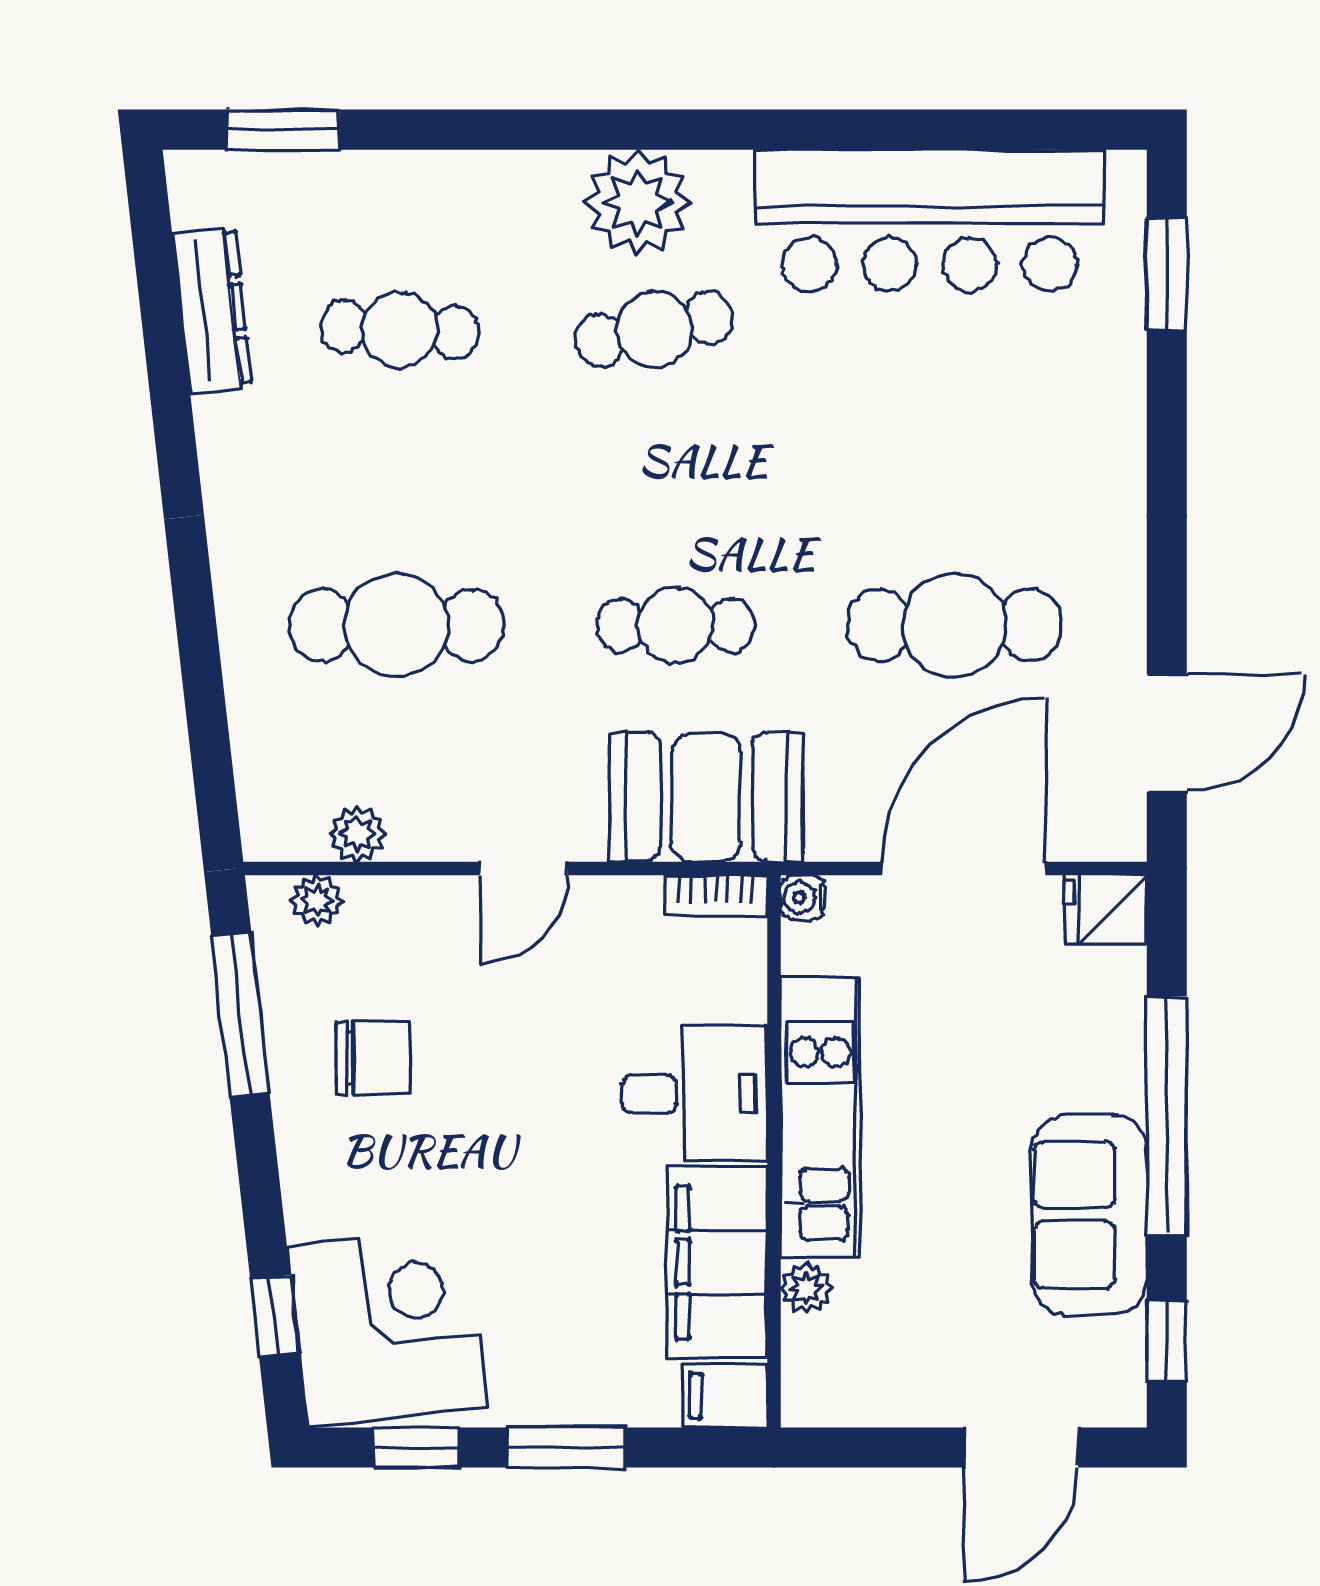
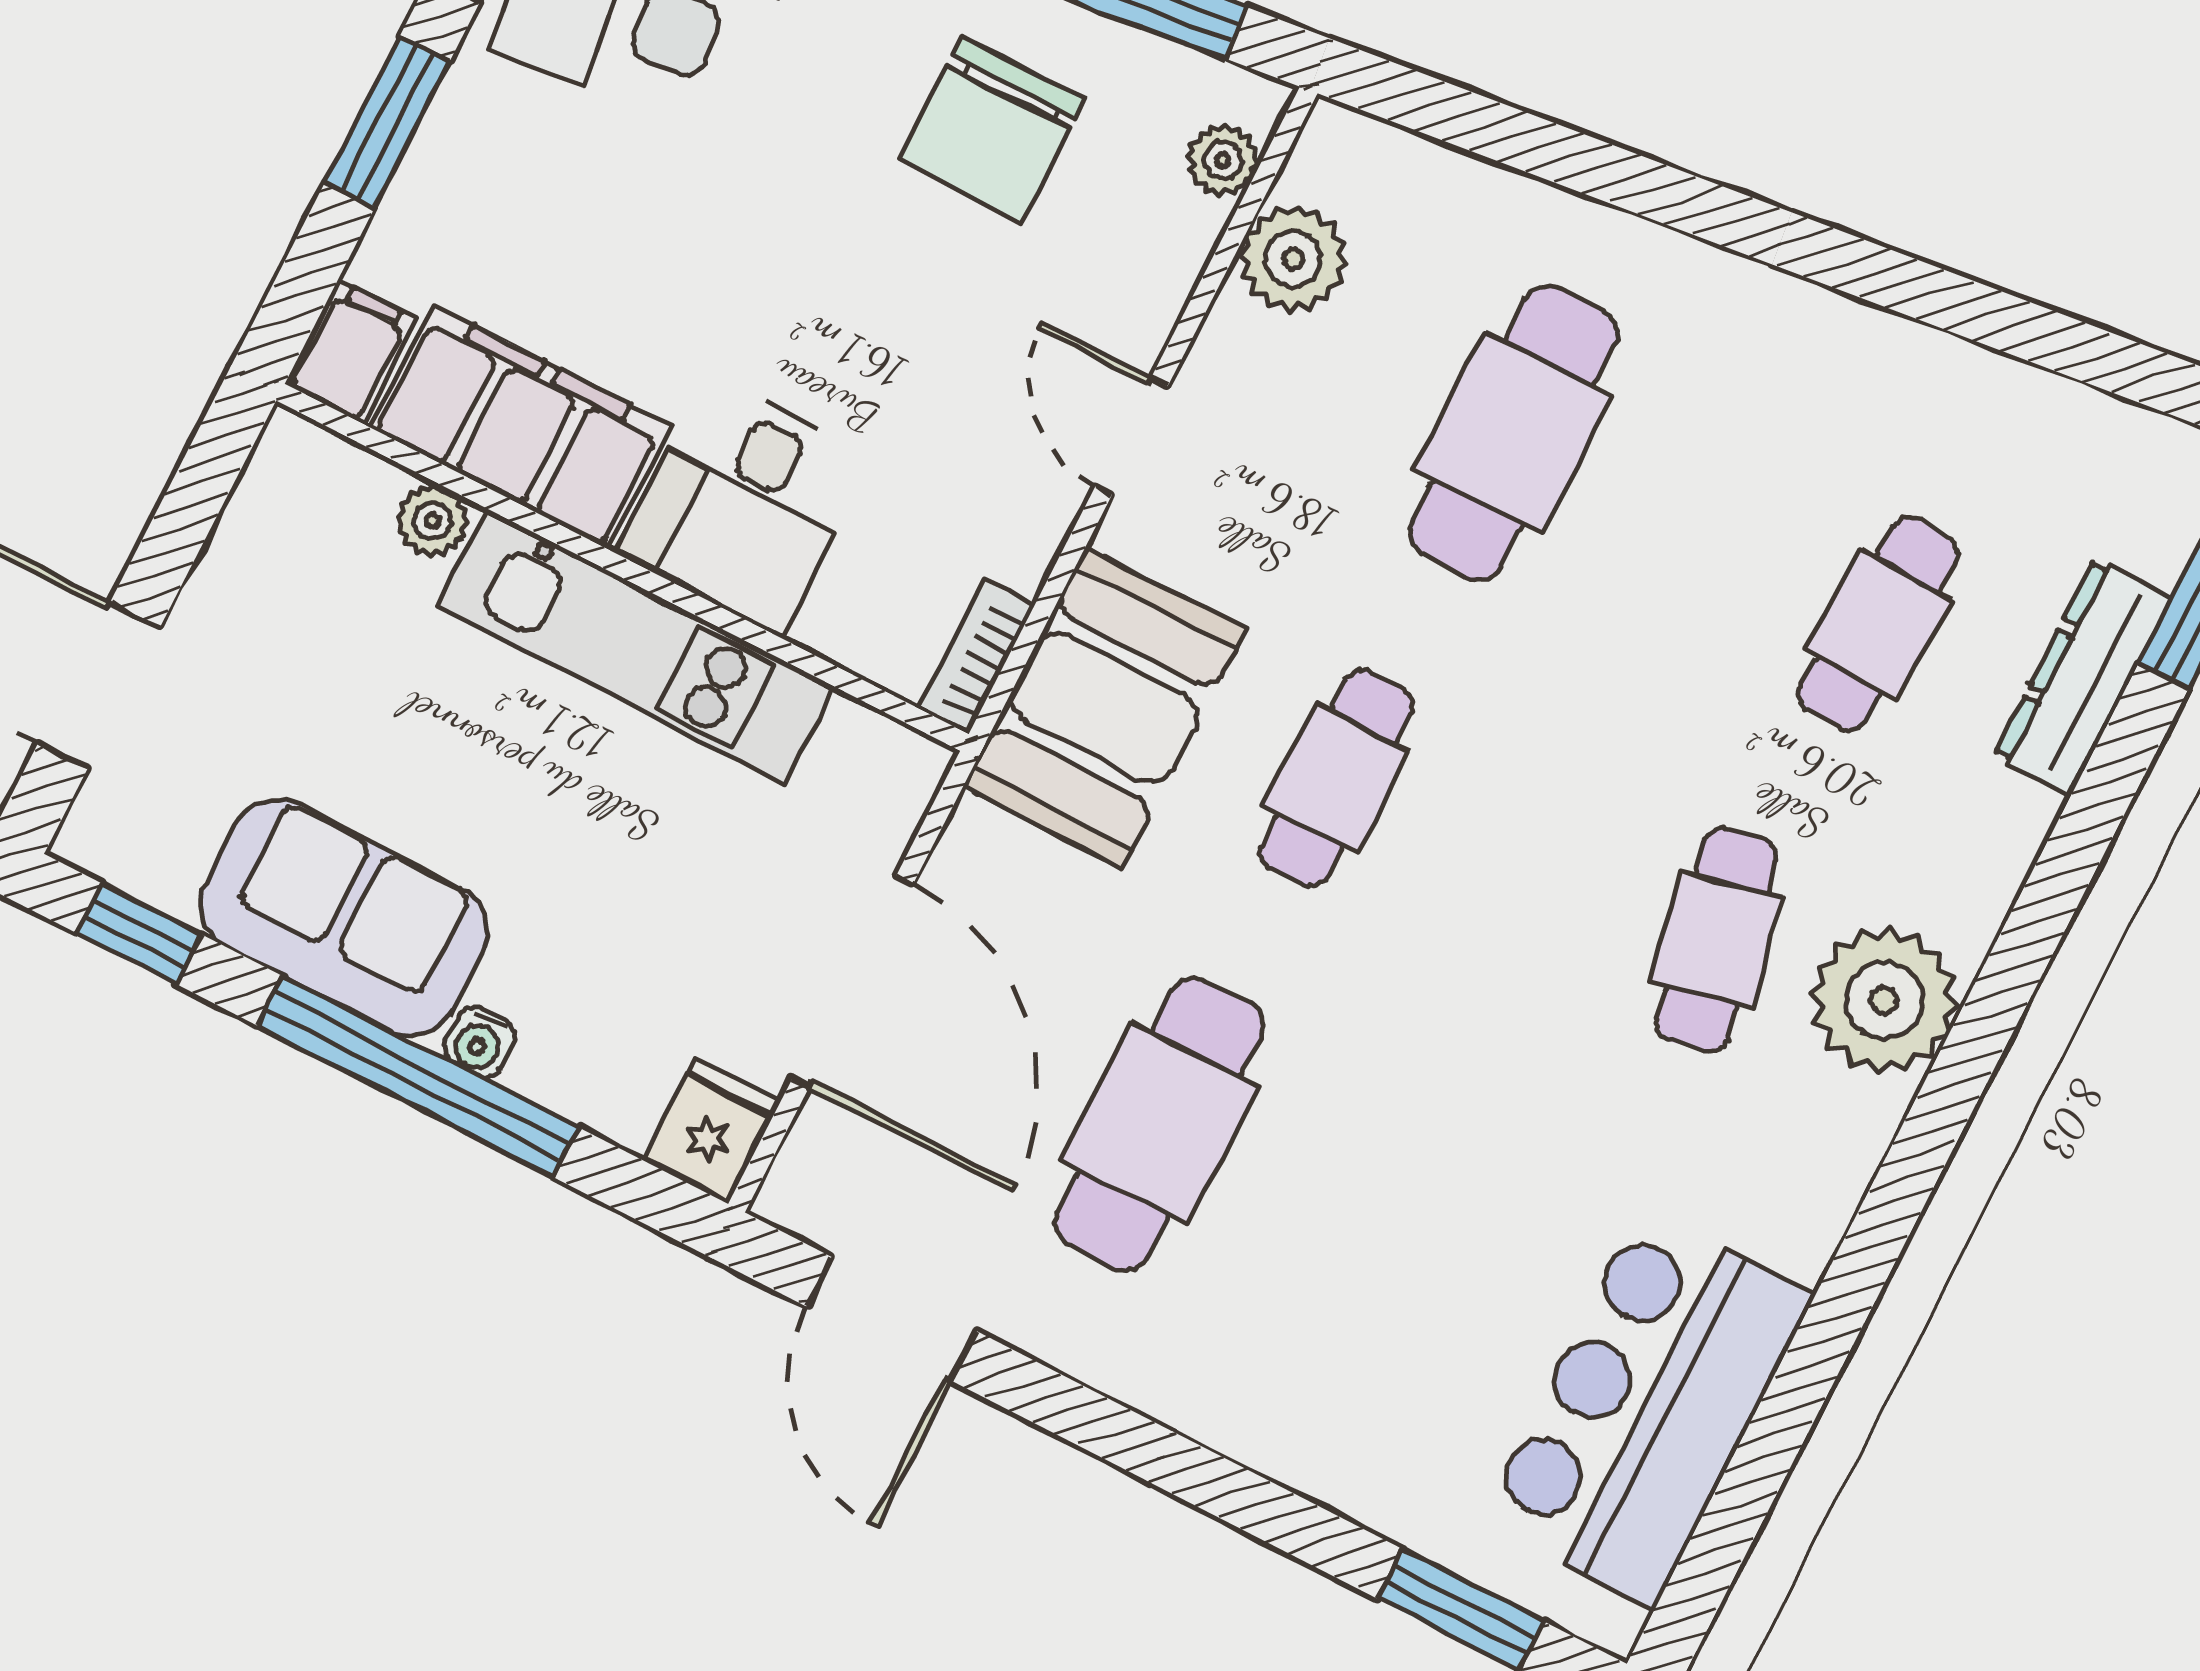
bar counter: (930, 221) -> (1647, 1408), width x0.73
dresser: (212, 310) -> (2083, 677), moved, turned 96
plant: (357, 834) -> (1293, 259), width x1.38, depth x1.38
water cooler: (803, 897) -> (479, 1042), moved, turned 180
chair: (373, 1058) -> (992, 129), width x1.37, depth x1.37

